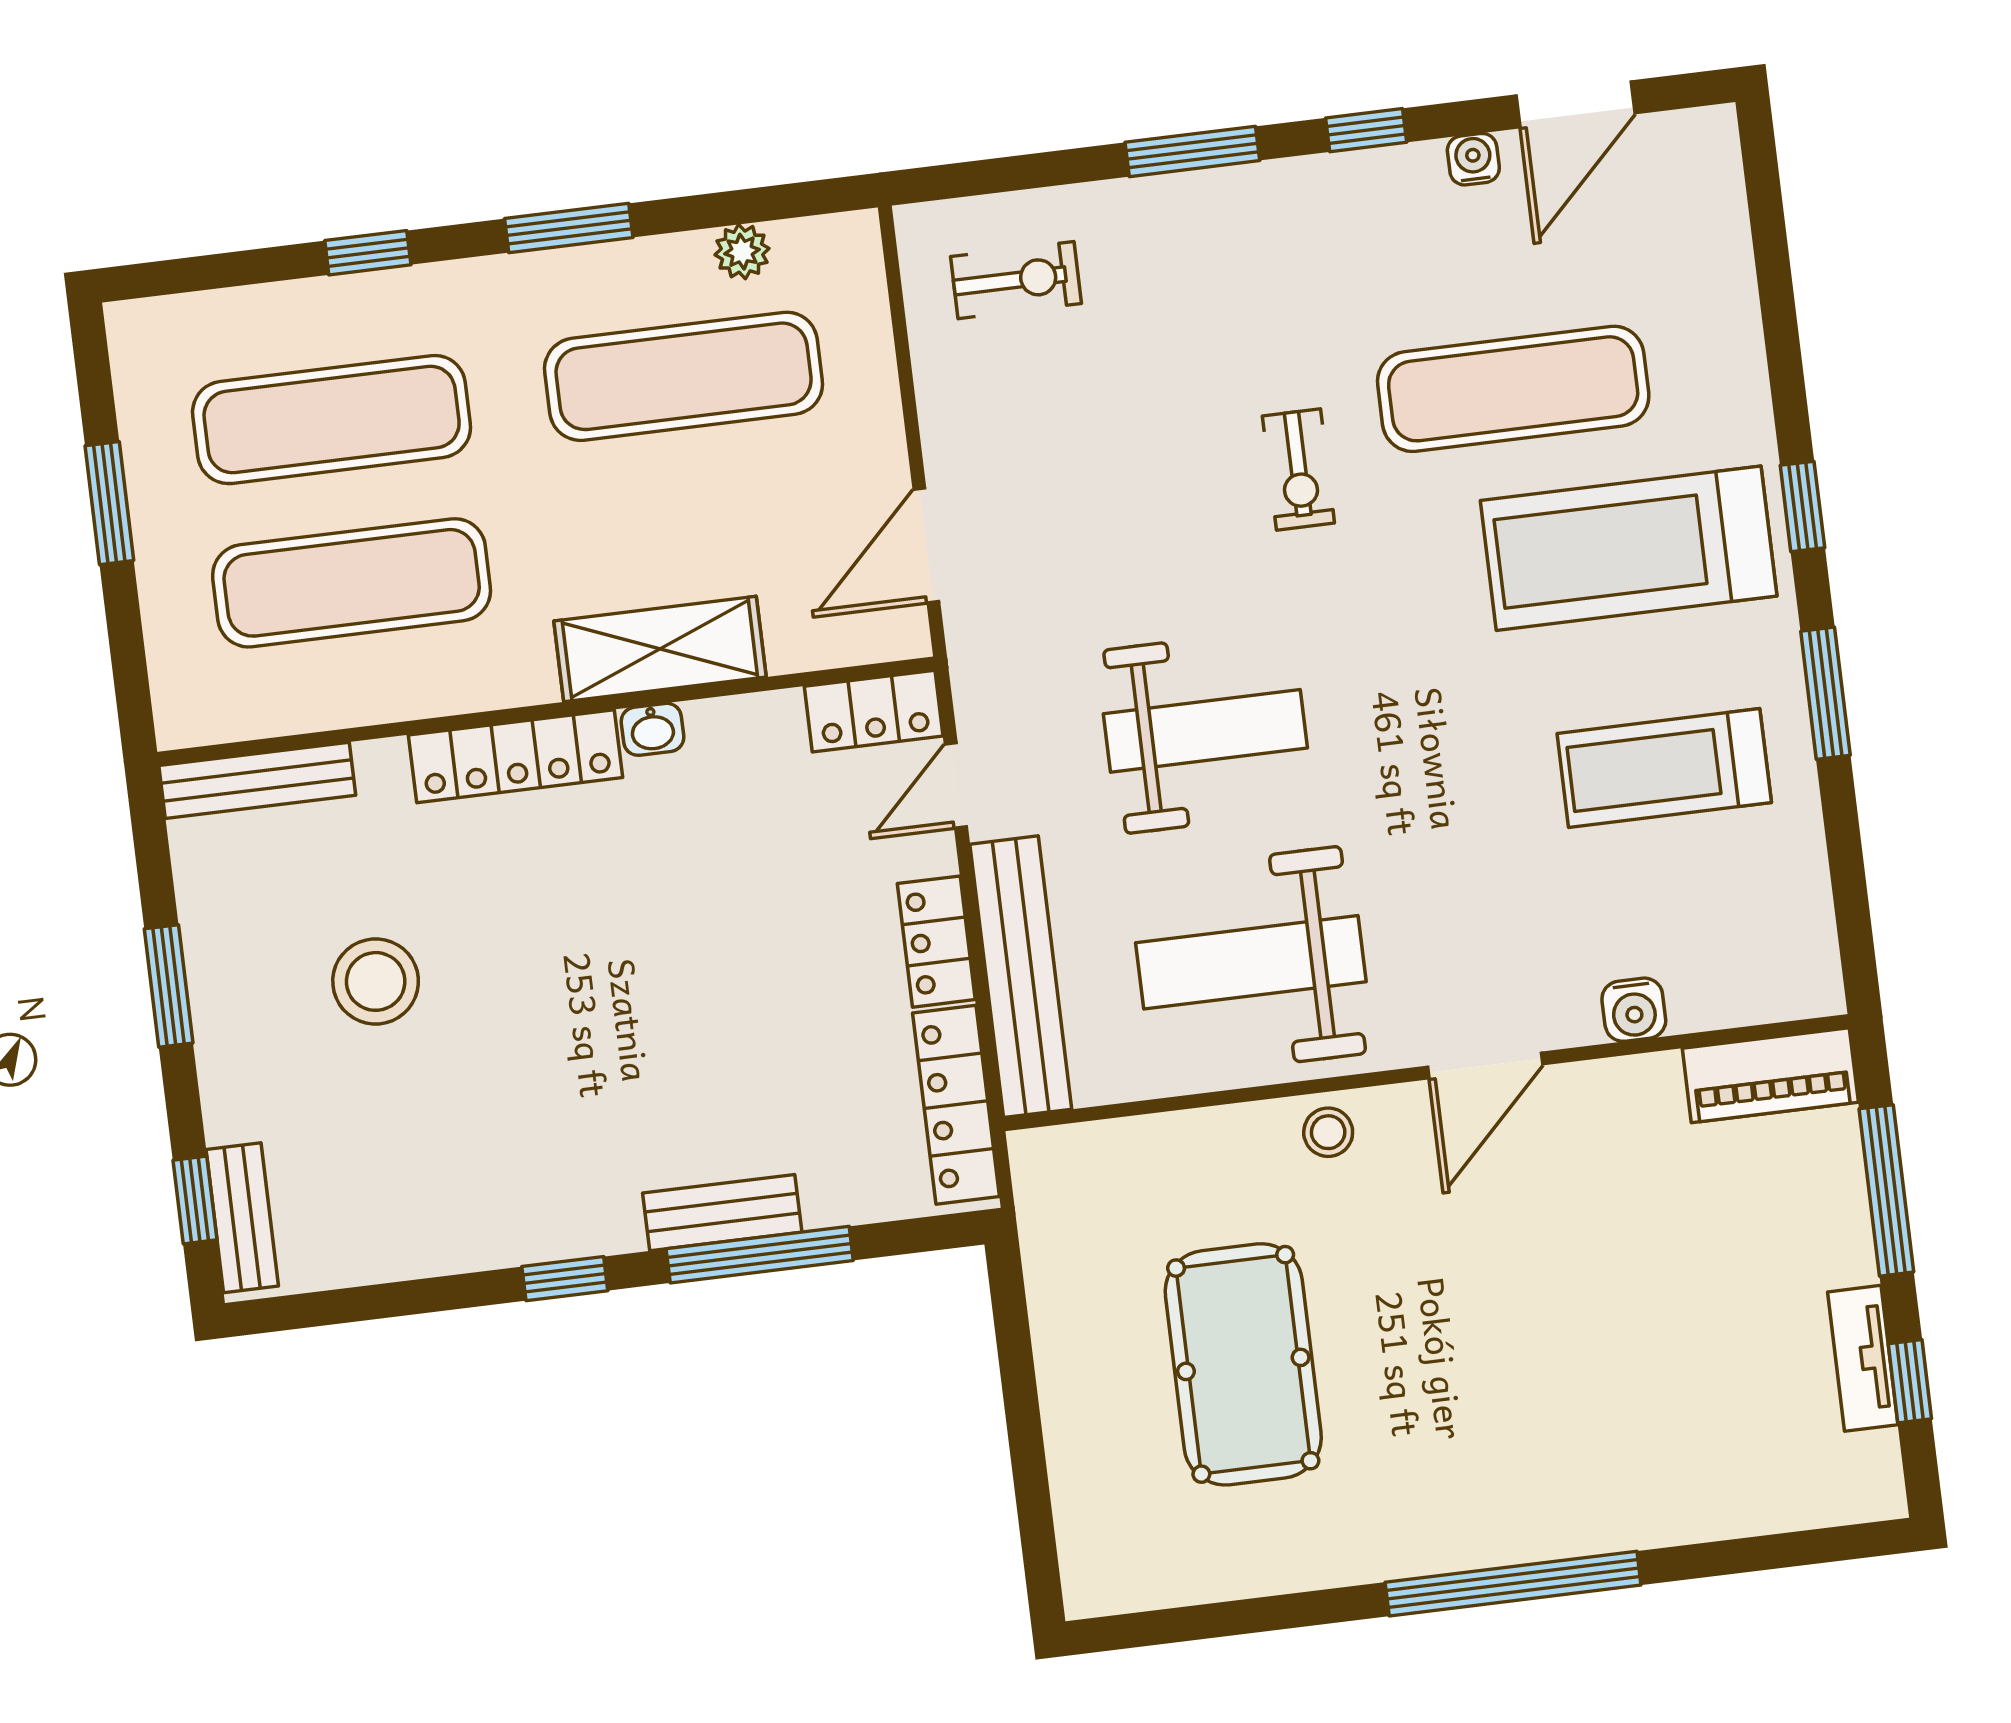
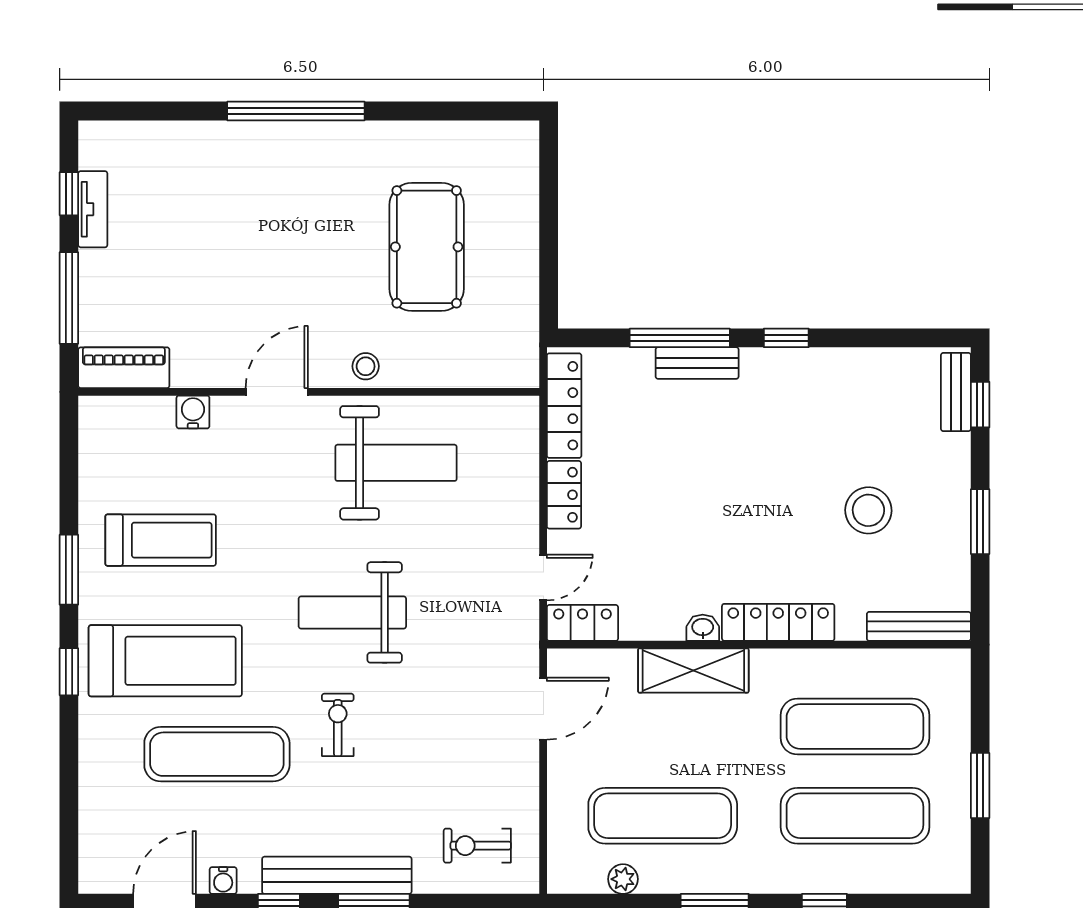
weight bench: (1205, 731) -> (352, 612), moved
bench: (1021, 977) -> (337, 875), moved, turned 90

